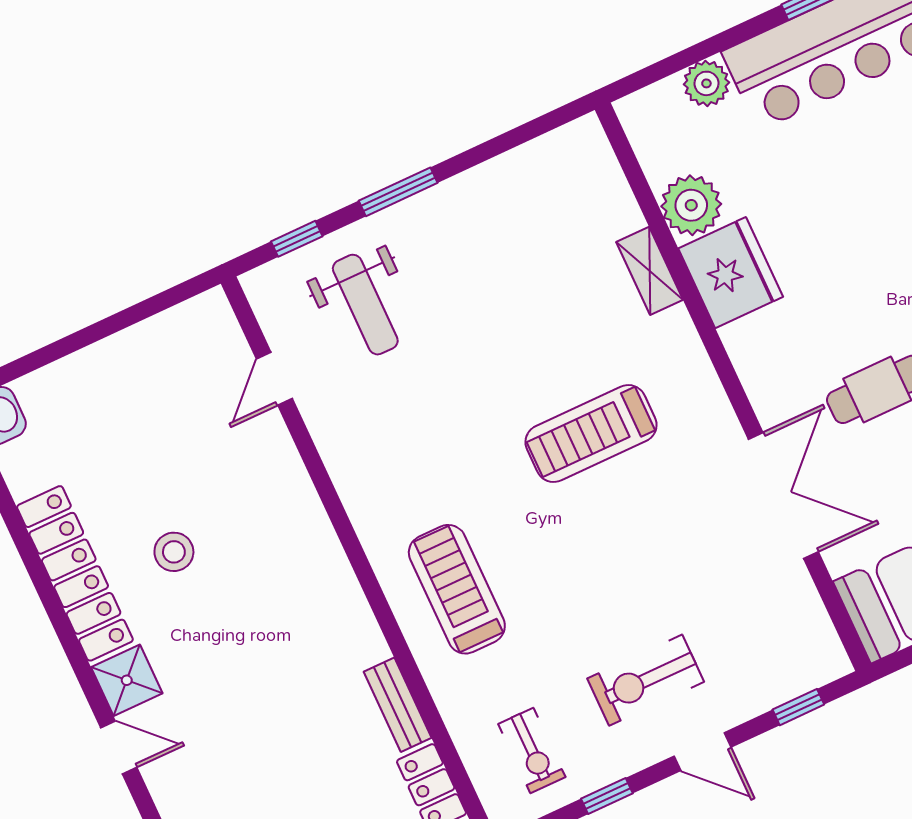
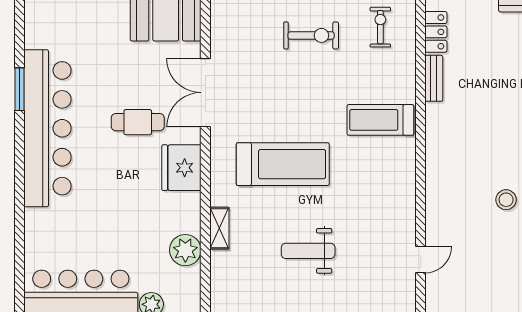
fridge: (731, 273) -> (181, 168), moved
weight bench: (365, 305) -> (308, 251), moved, turned -90
treadmill: (591, 434) -> (283, 164), width x1.37, depth x1.37
treadmill: (457, 589) -> (380, 120), turned 90

